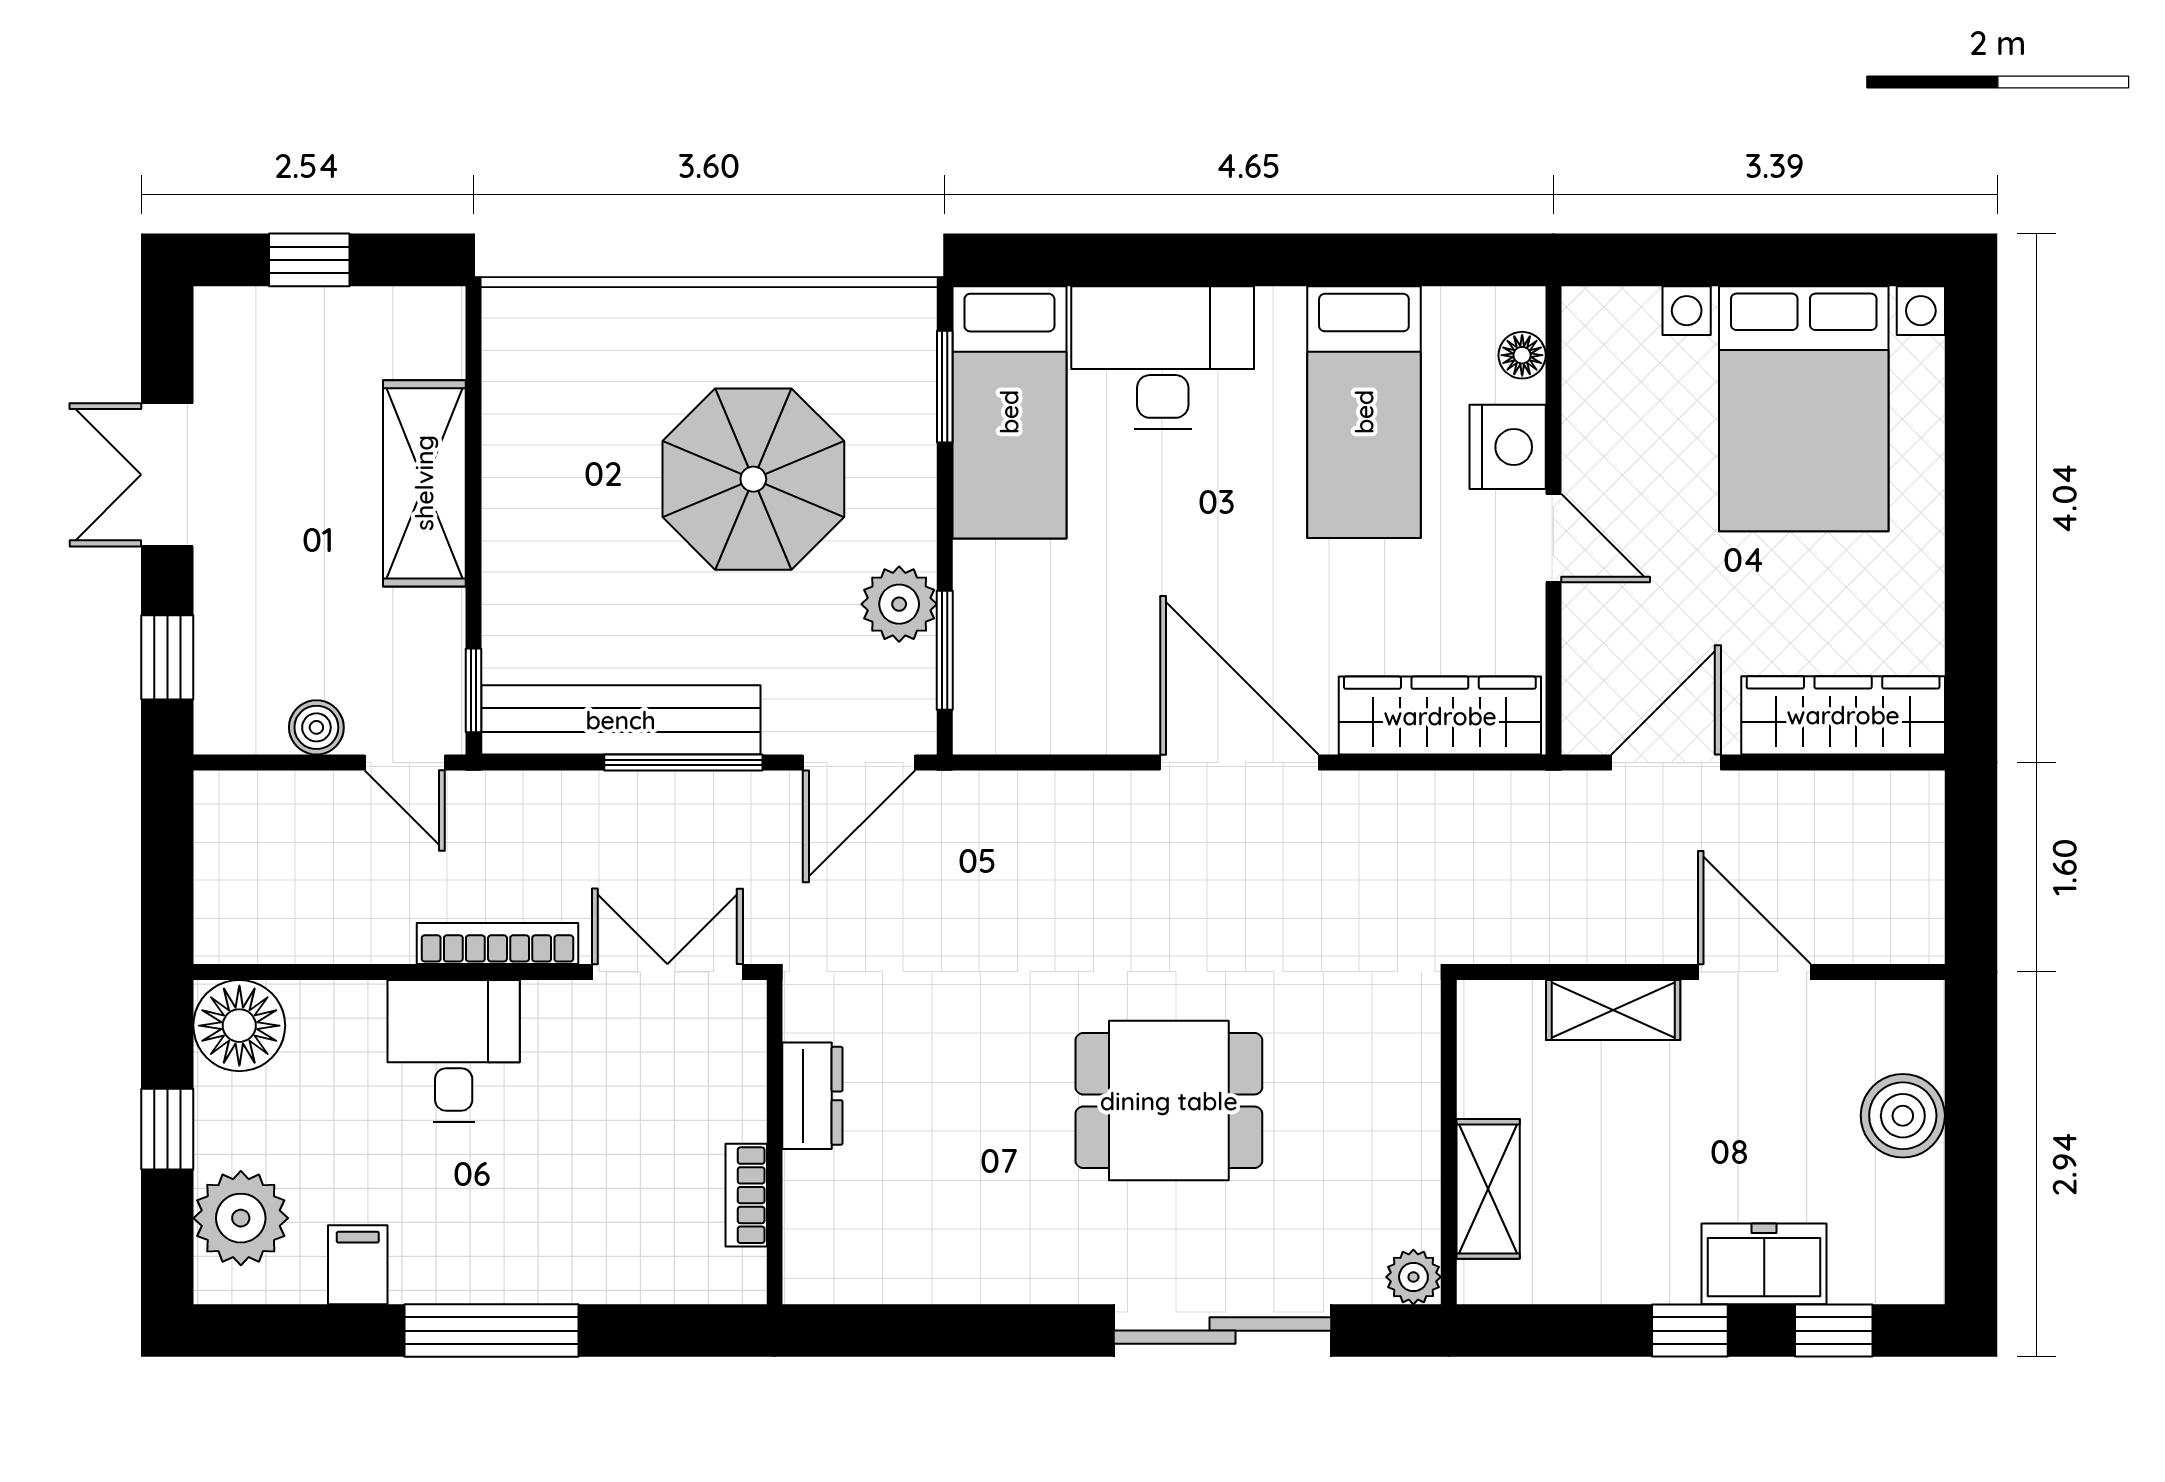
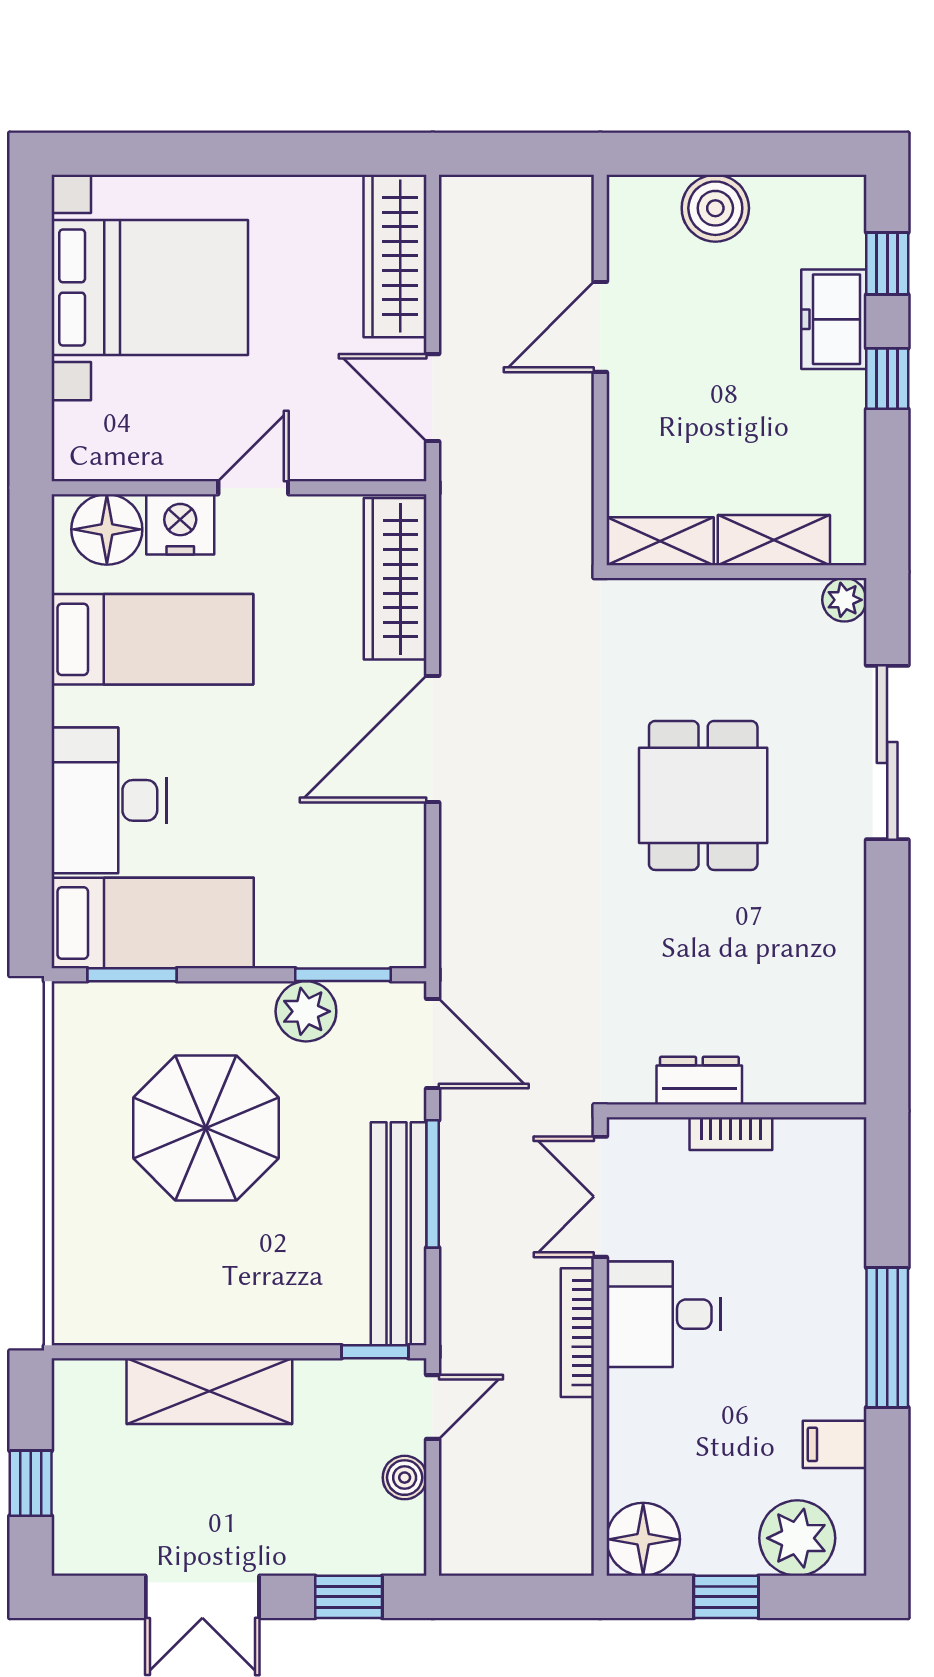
floor lamp: (1522, 355) -> (107, 529), width x1.89, depth x1.89
shelving: (1613, 1010) -> (660, 541), moved, turned 90
desk: (454, 1051) -> (664, 1314), moved
bookcase: (746, 1195) -> (731, 1134), moved

